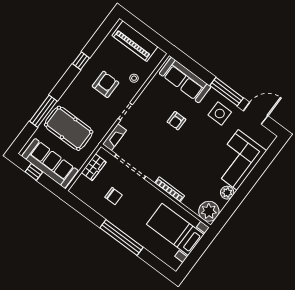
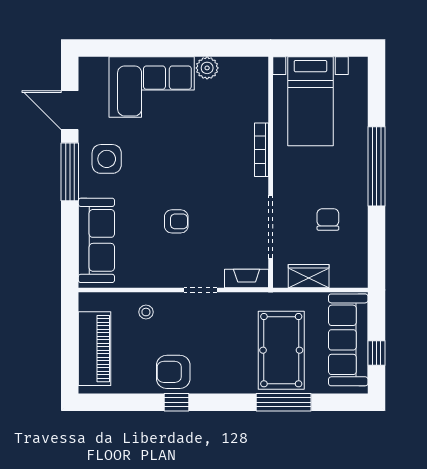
armchair: (106, 84) -> (173, 372), moved
armchair: (176, 121) -> (176, 221), moved
plant: (209, 211) -> (251, 74), removed

